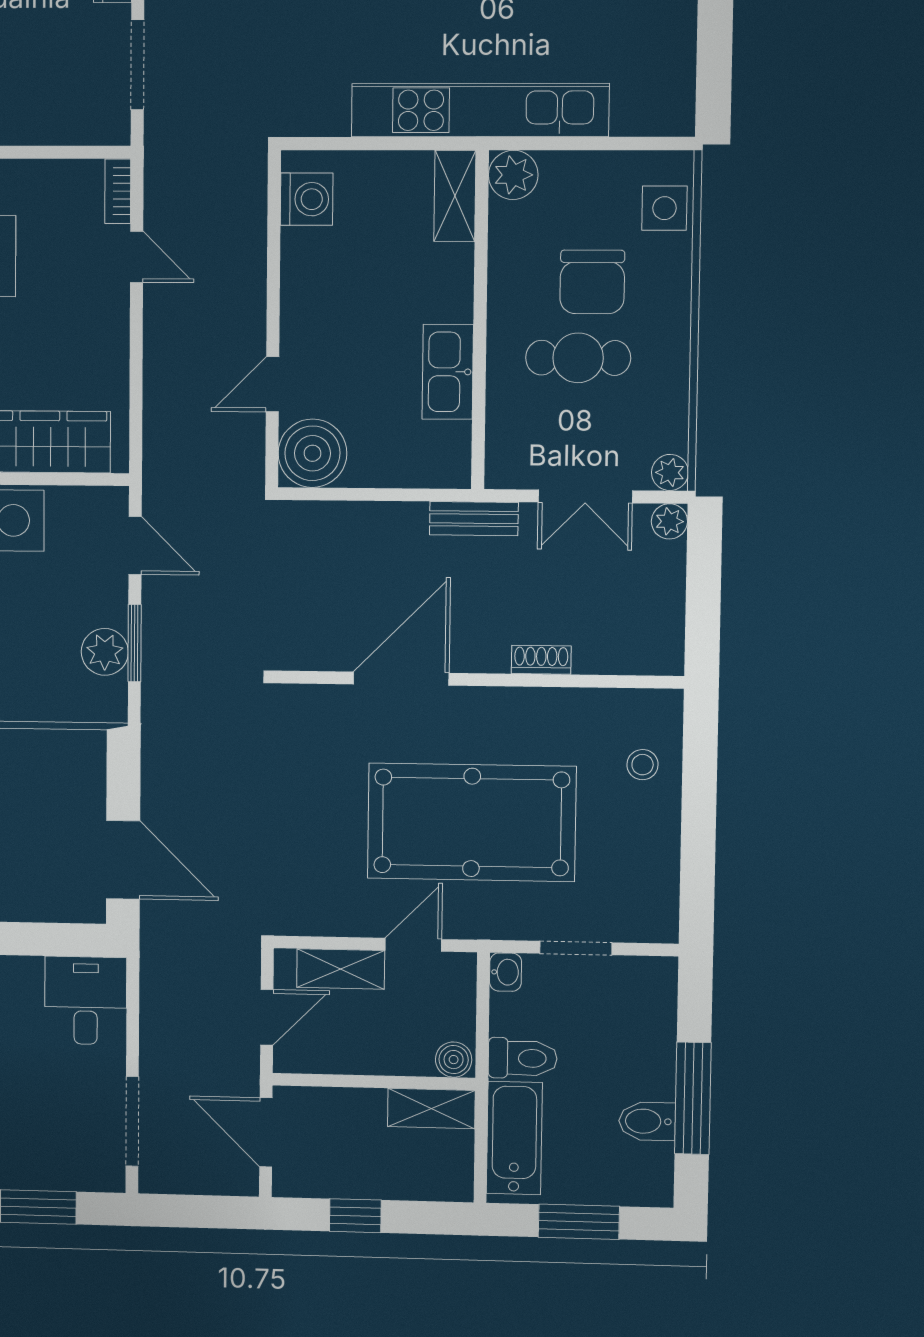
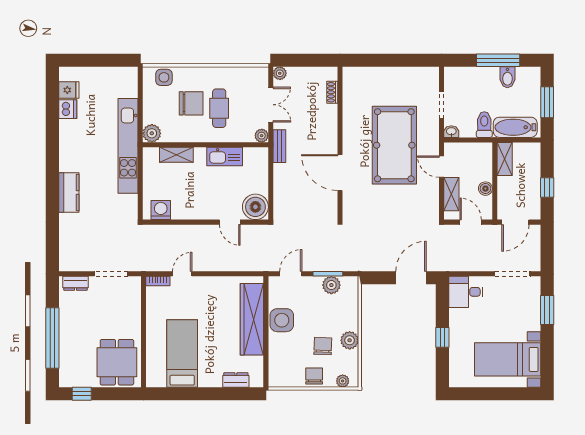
shelving: (455, 196) -> (176, 155), moved
plant: (670, 472) -> (262, 136), moved
shoe rack: (541, 660) -> (332, 92), moved
stool: (643, 765) -> (371, 82), removed
boiler: (454, 1060) -> (485, 189), moved

